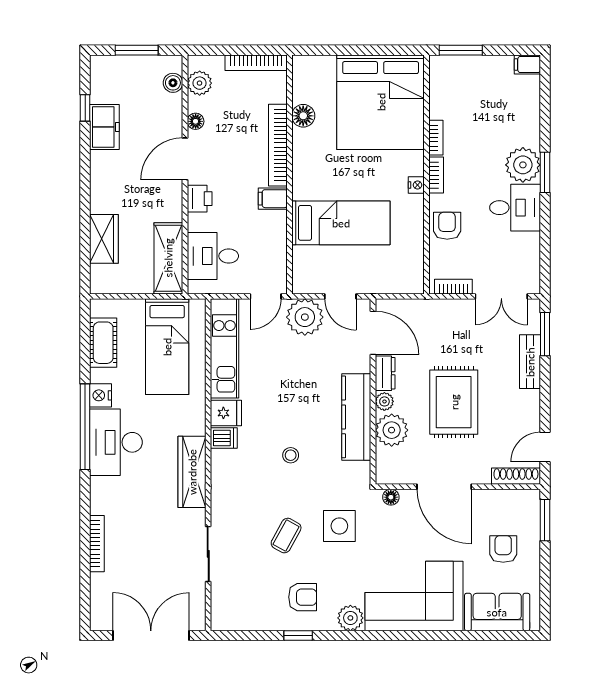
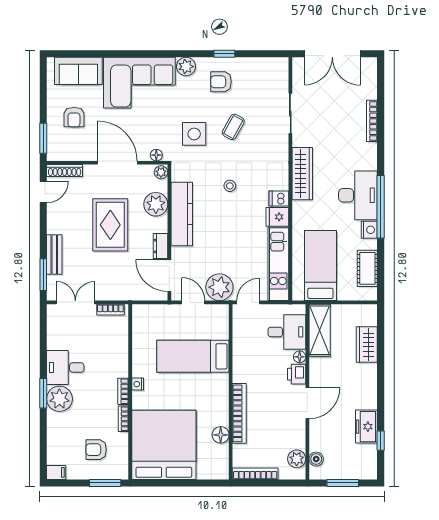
floor lamp: (196, 121) -> (300, 357), moved
filing cabinet: (273, 199) -> (243, 374), removed
armchair: (447, 226) -> (96, 450), moved, turned 90
plant: (384, 401) -> (161, 172), moved

